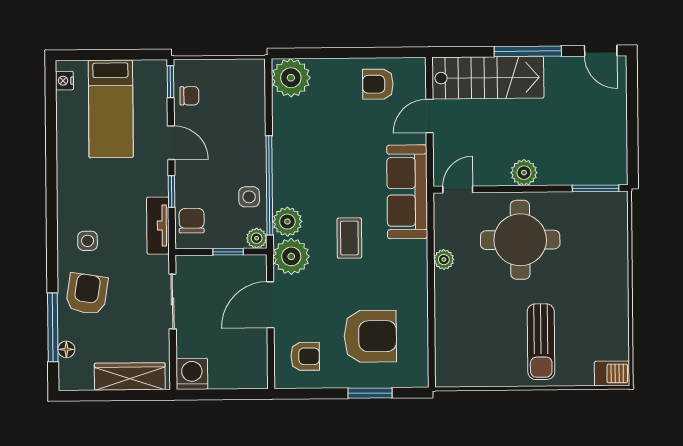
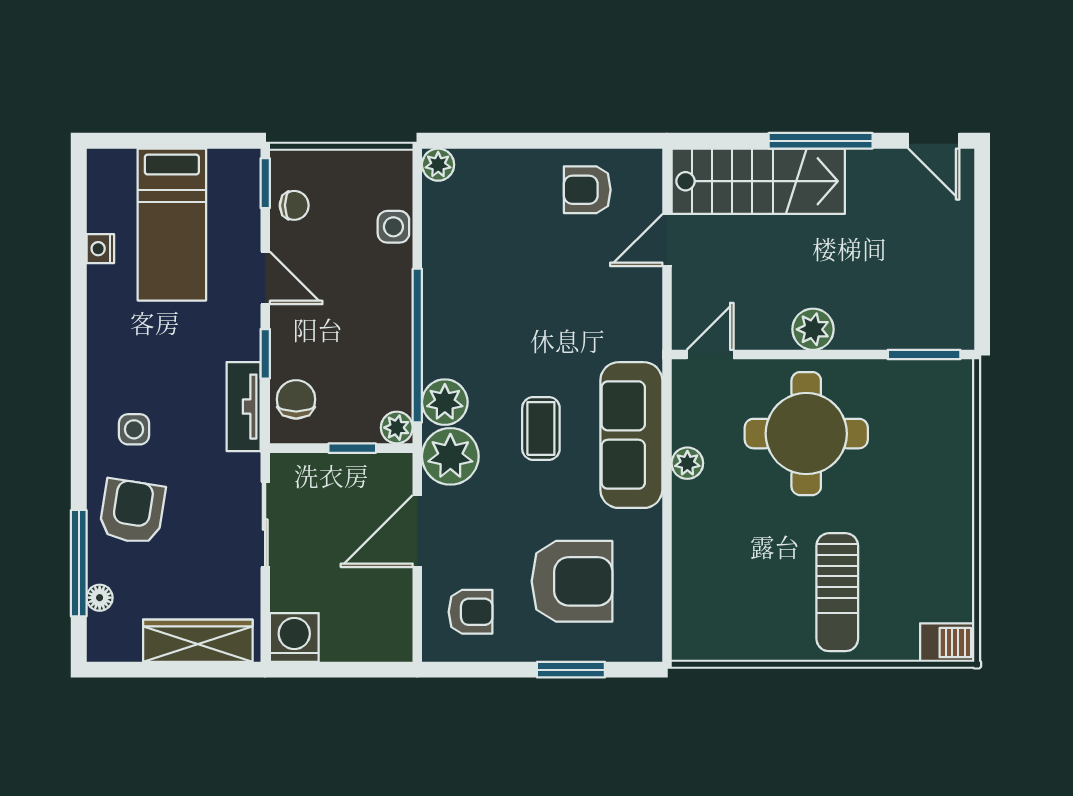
plant: (291, 78) -> (438, 165), width x0.53, depth x0.53
nightstand: (64, 81) -> (100, 249), moved
sofa: (407, 192) -> (631, 435), moved
side table: (249, 197) -> (393, 227), moved

